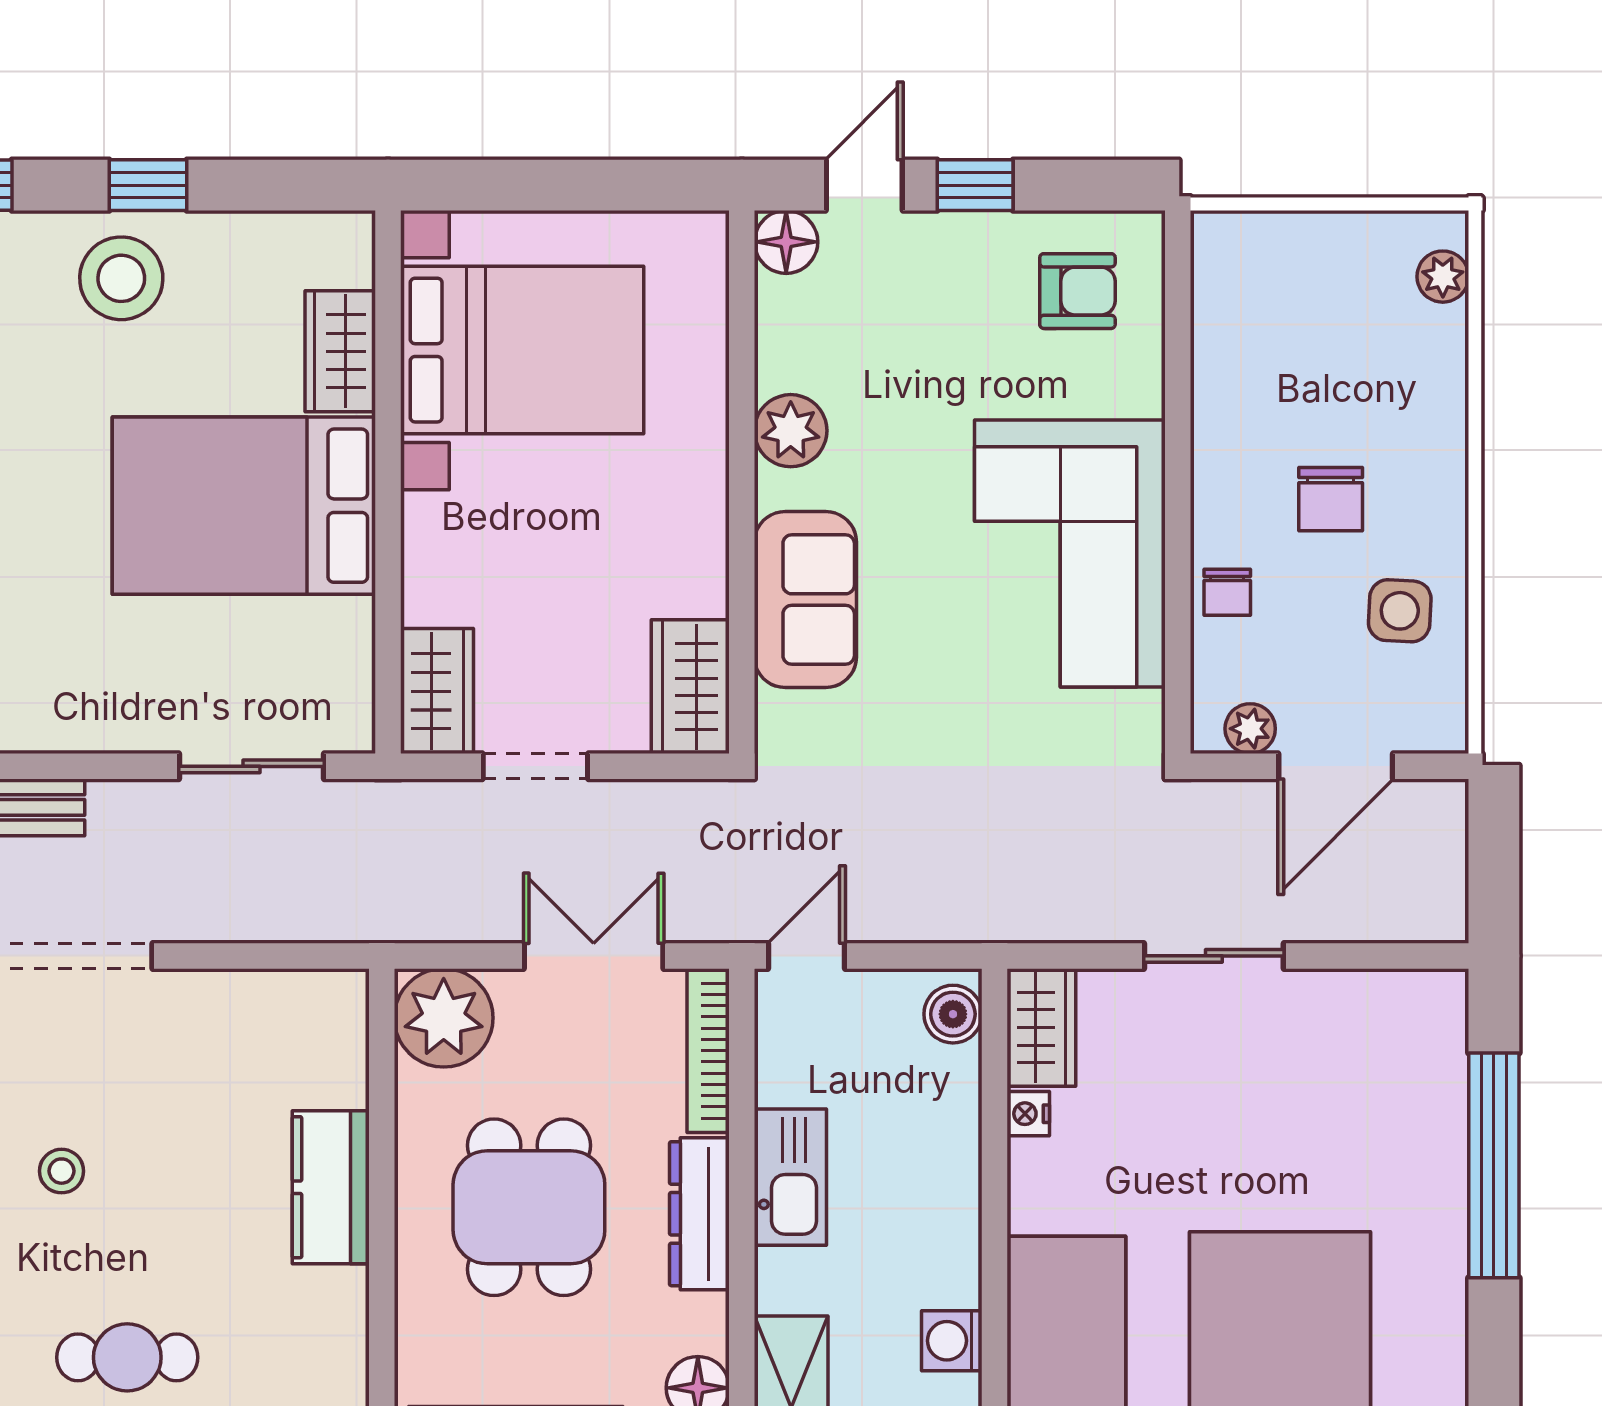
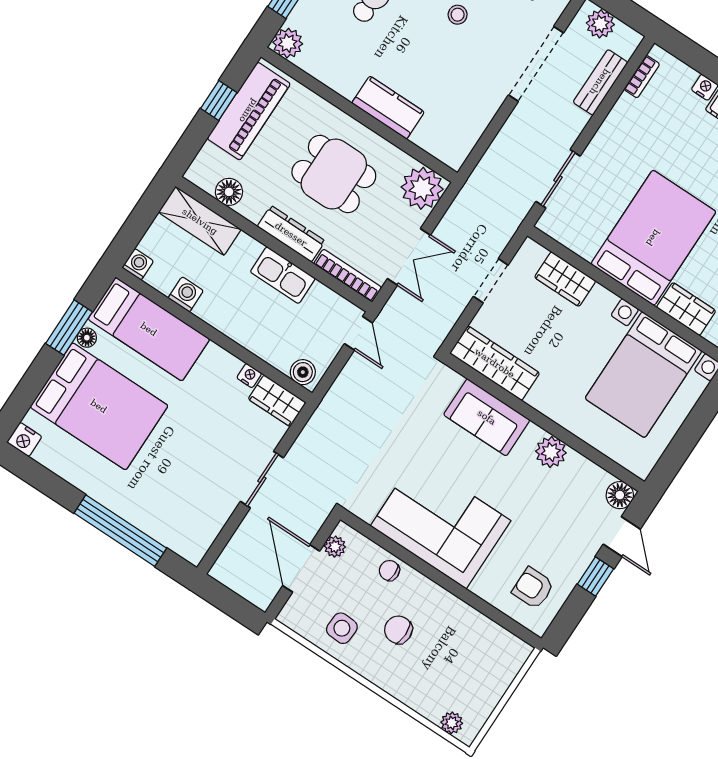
armchair: (1077, 291) -> (533, 588), turned 90
wardrobe: (690, 687) -> (495, 363), width x1.50
wardrobe: (437, 691) -> (565, 279), moved

